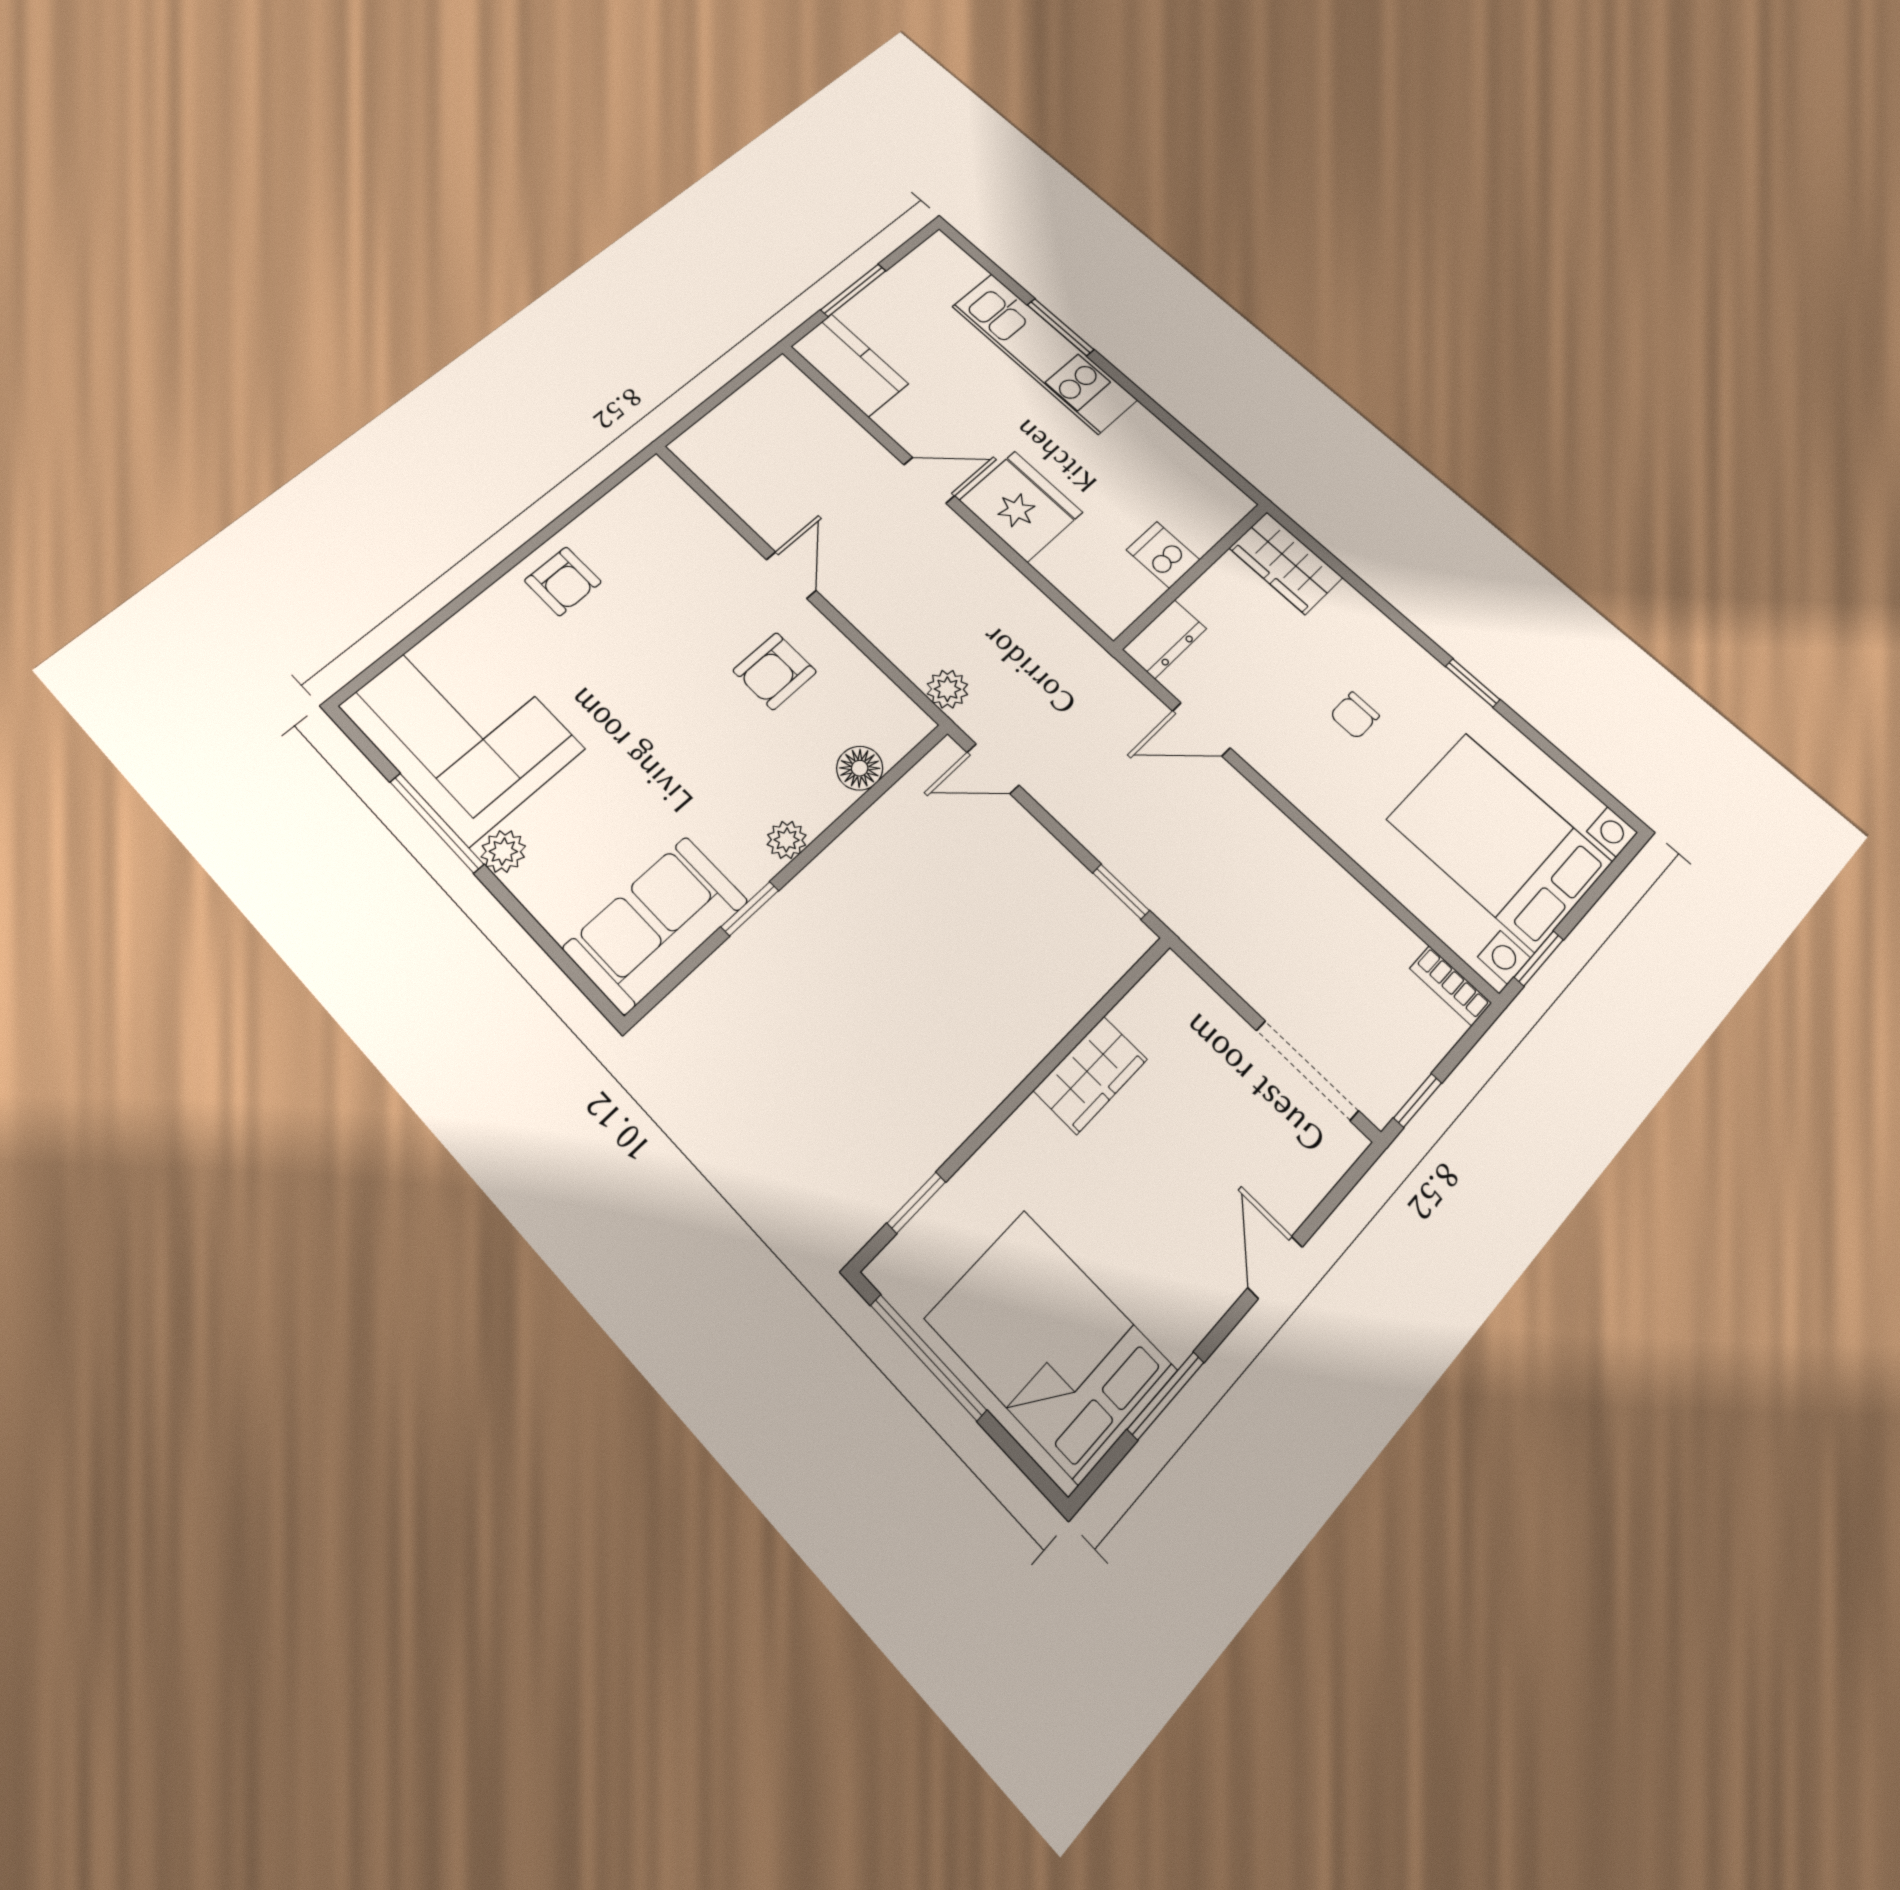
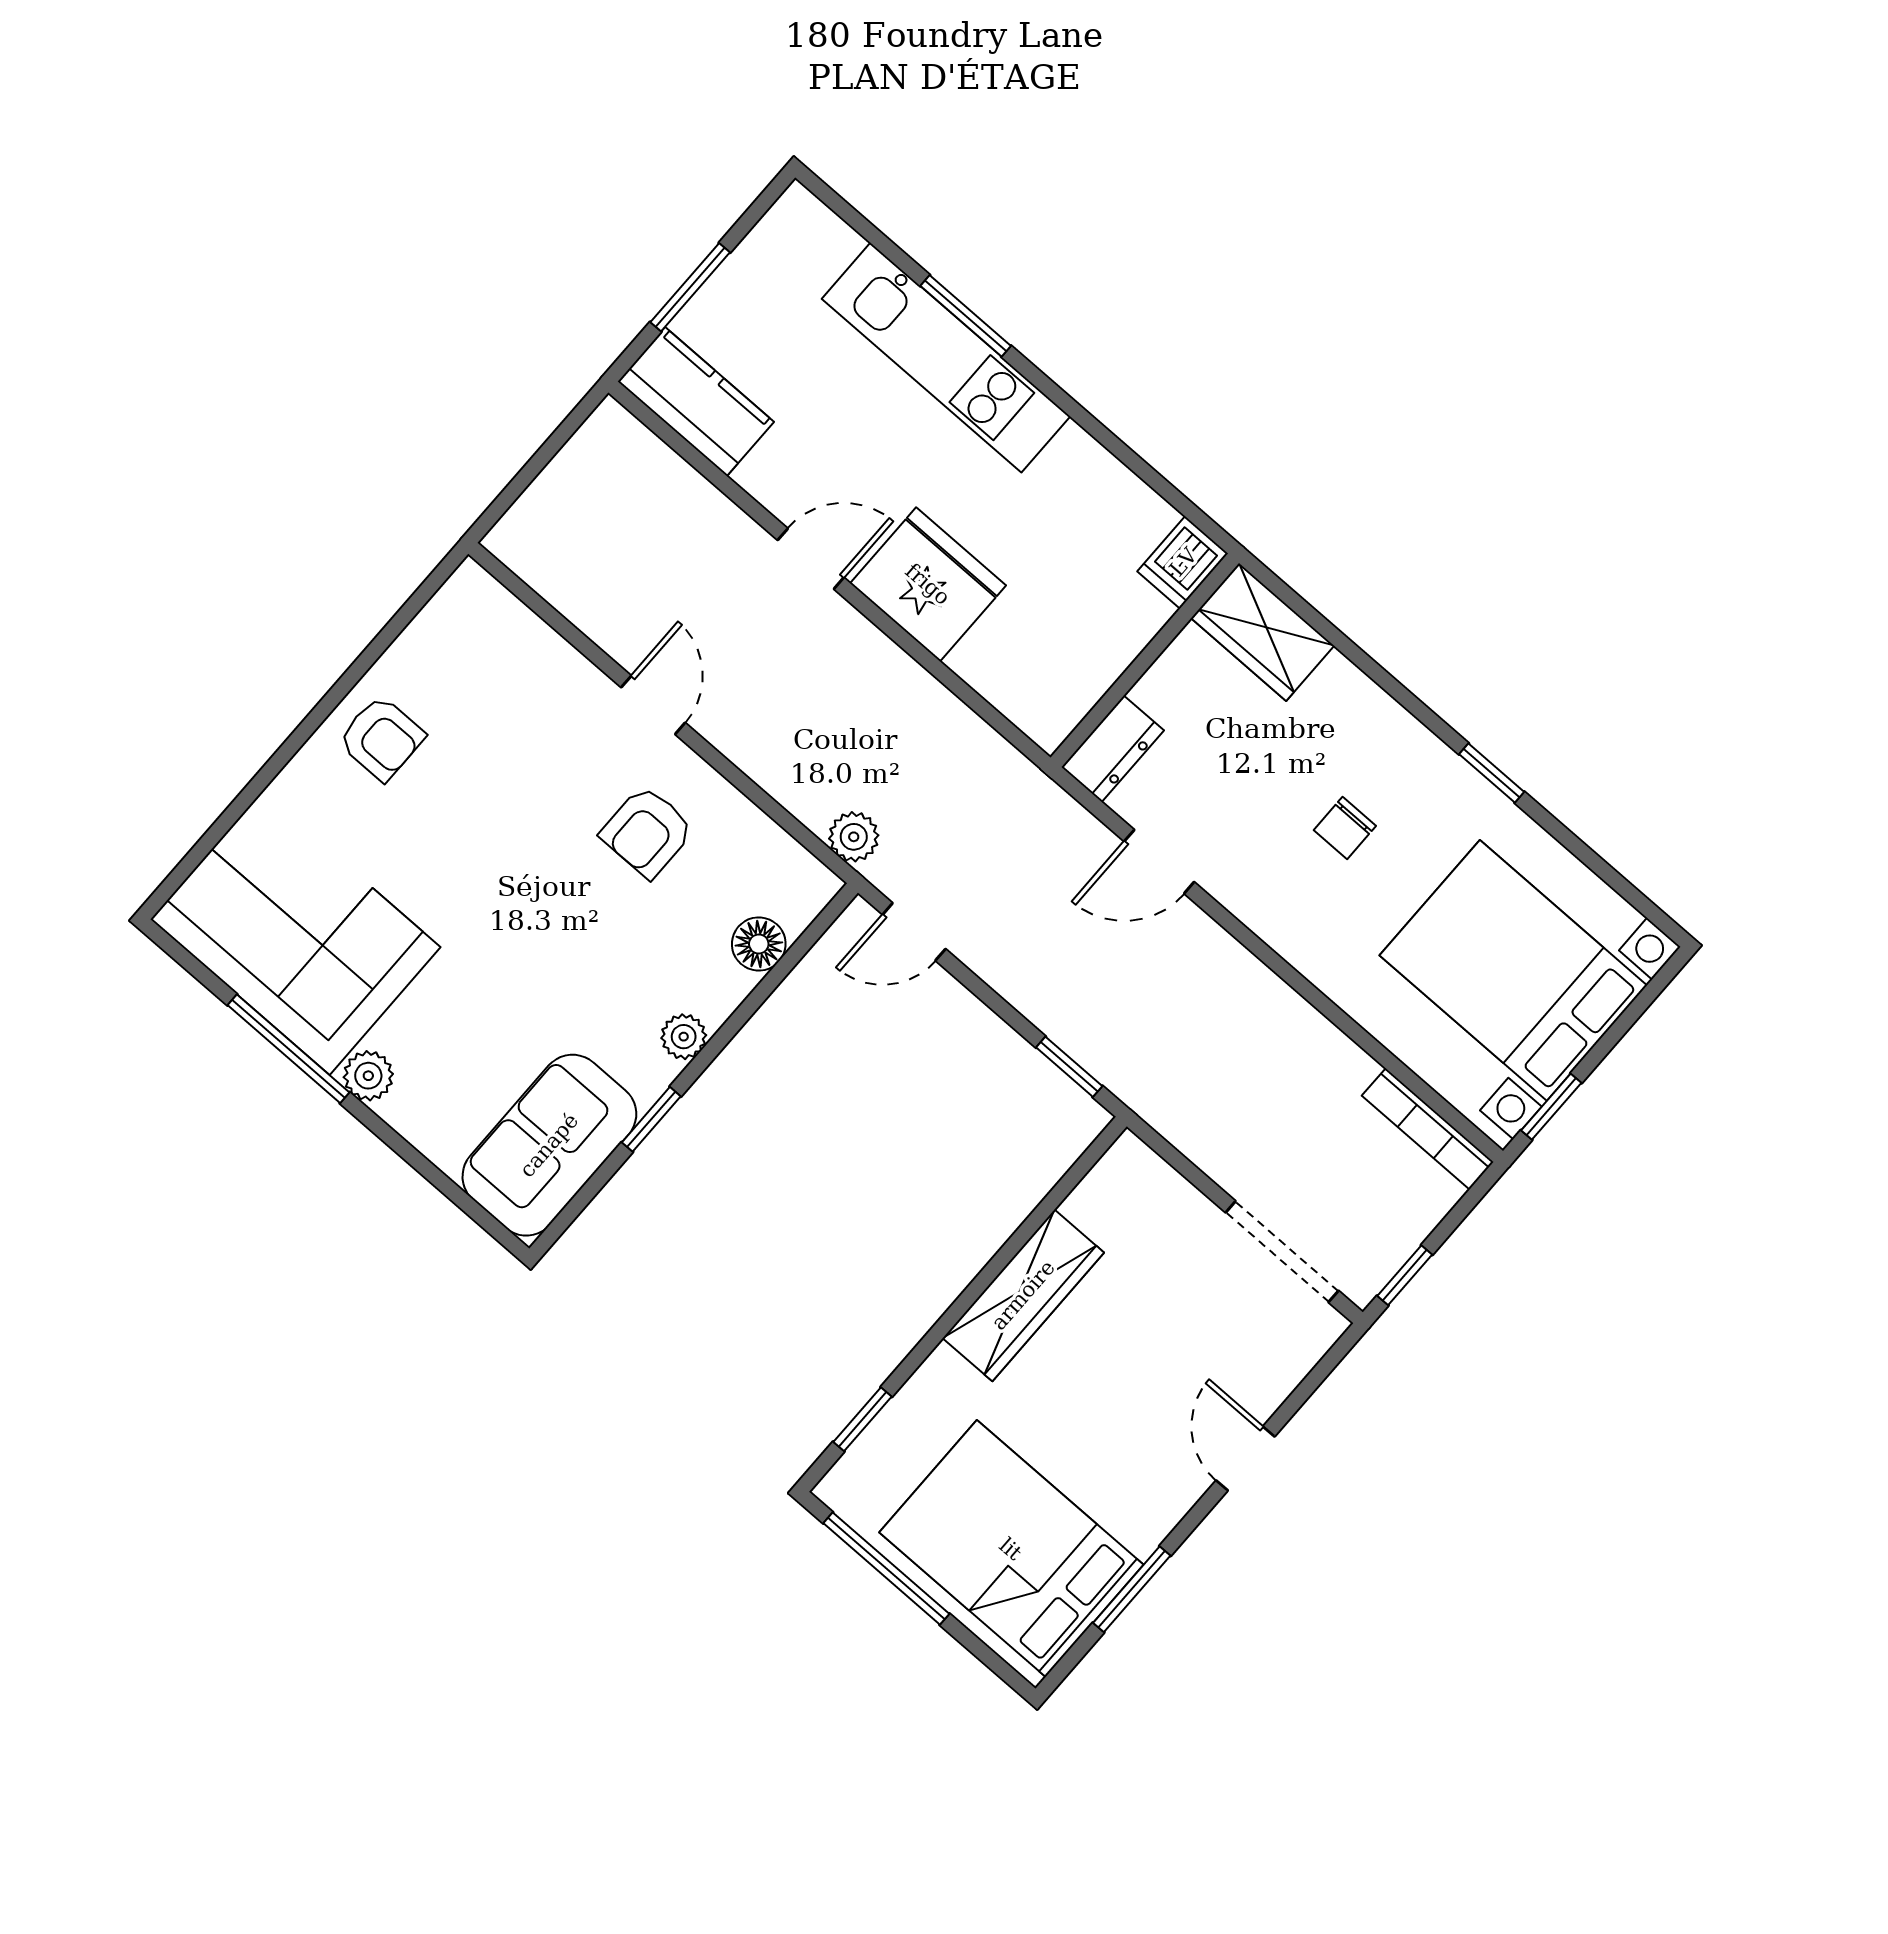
dishwasher: (1163, 555) -> (1183, 562), moved, turned -90
bookcase: (1450, 986) -> (1428, 1129), width x1.56
wardrobe: (1090, 1075) -> (1023, 1295), width x1.50

